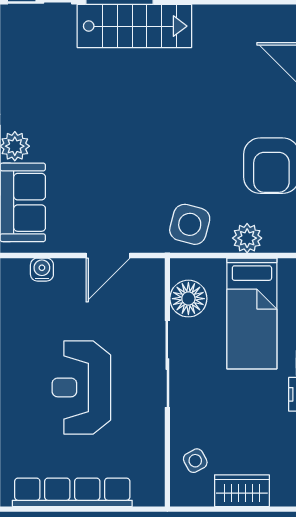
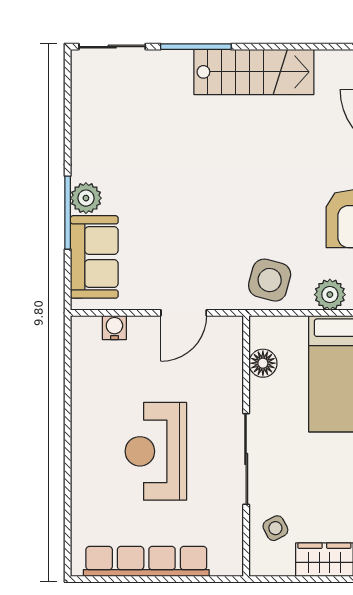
stairs: (134, 26) -> (254, 72), moved
floor lamp: (188, 299) -> (263, 363), width x0.73, depth x0.73
sliding door: (167, 364) -> (246, 459), moved

